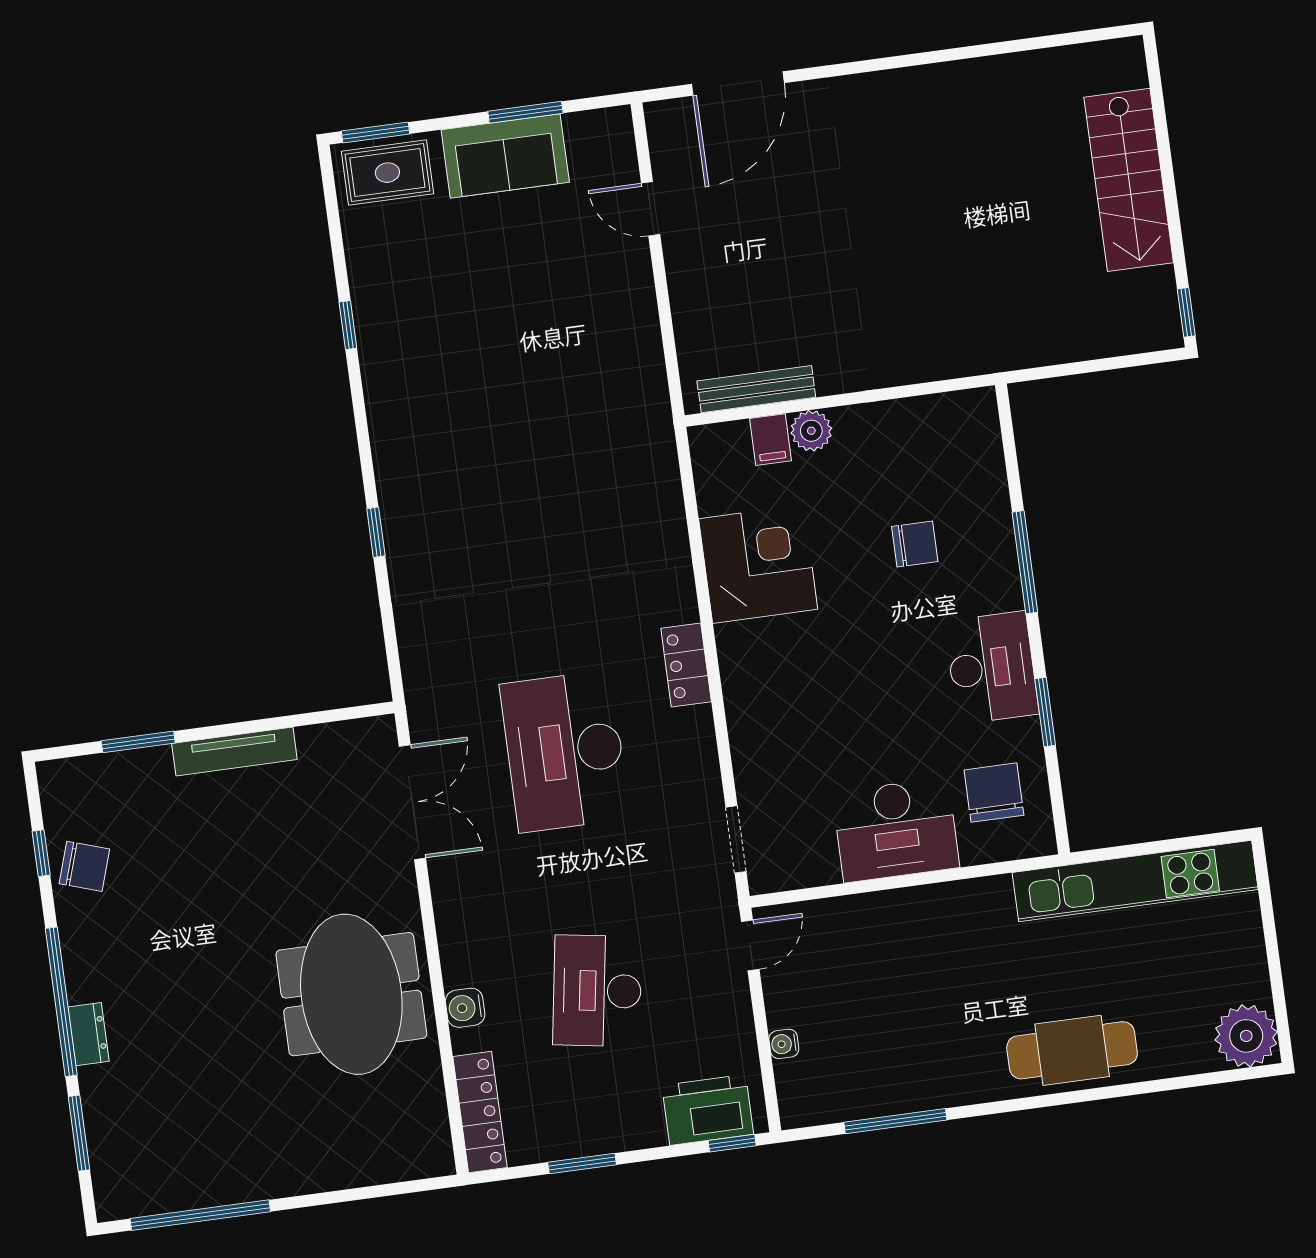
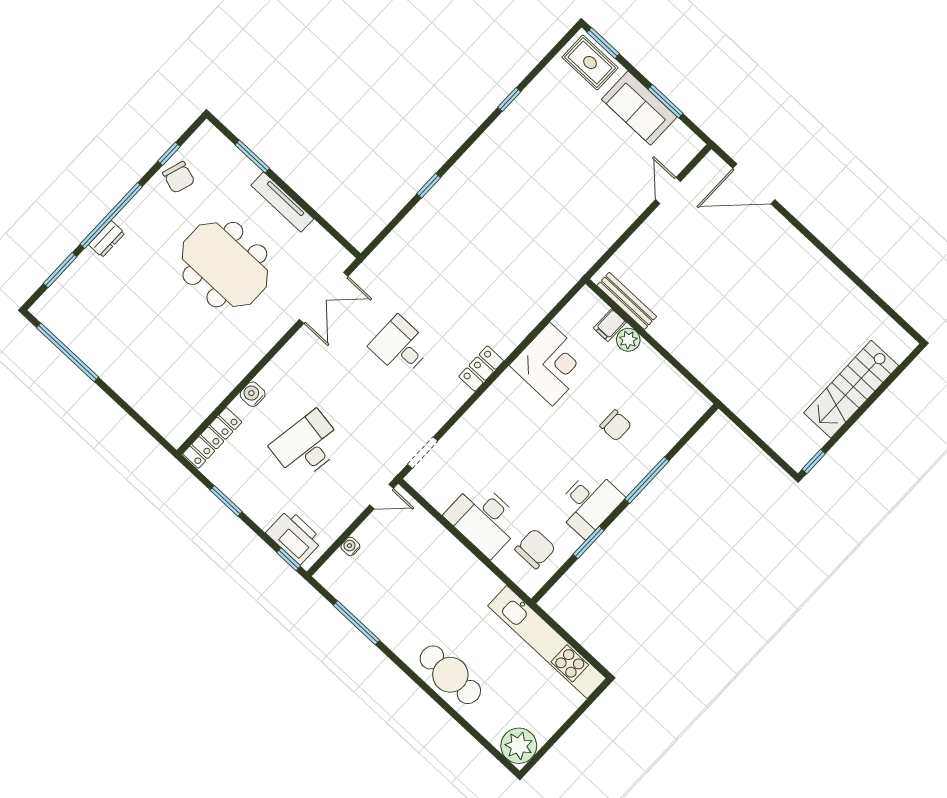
desk: (565, 751) -> (400, 346), width x0.53, depth x0.77
meeting table: (351, 994) -> (225, 265), moved, turned 90

